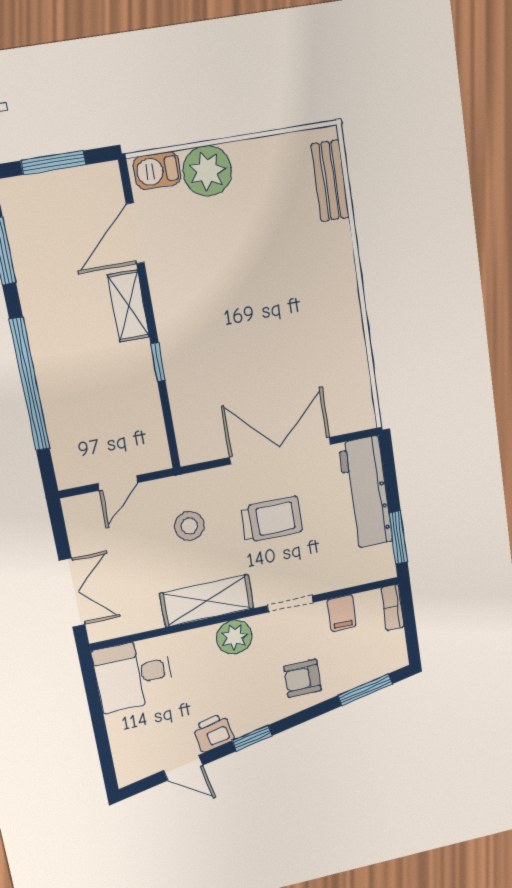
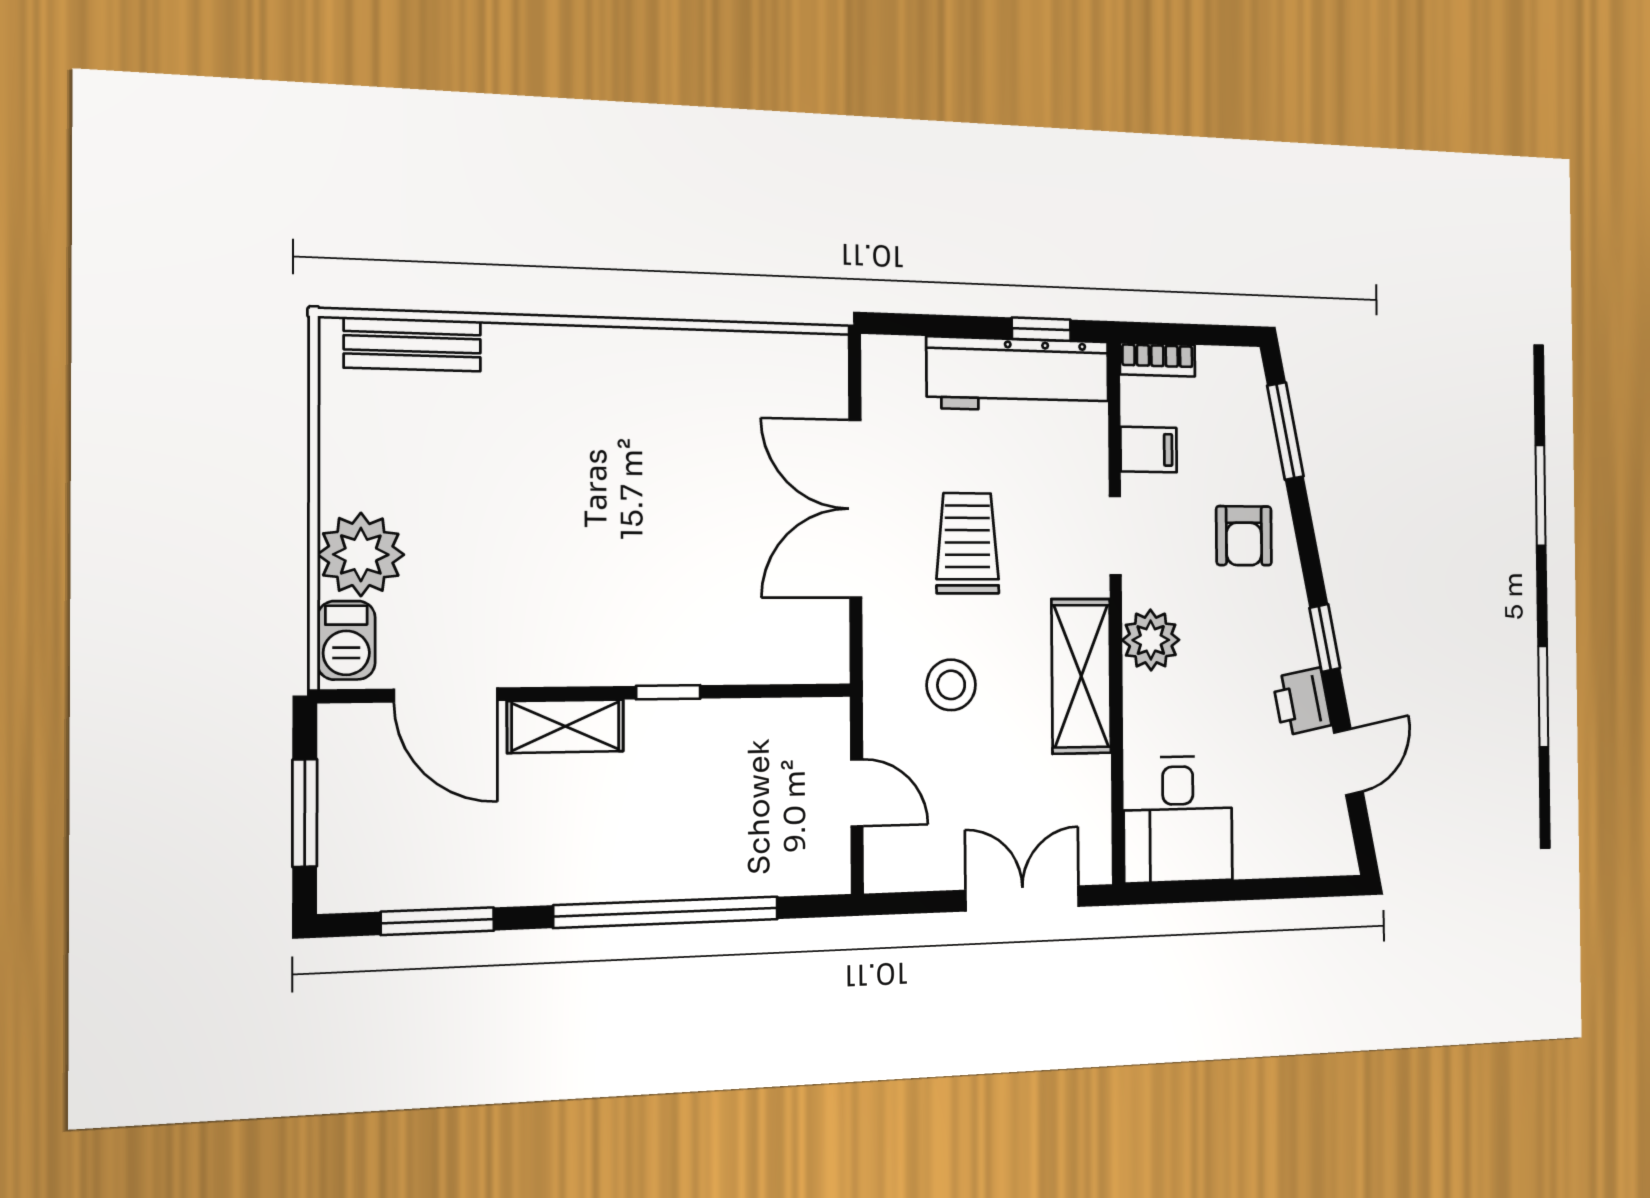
workbench: (366, 493) -> (1018, 375), moved
window: (398, 538) -> (1041, 329), width x0.67

